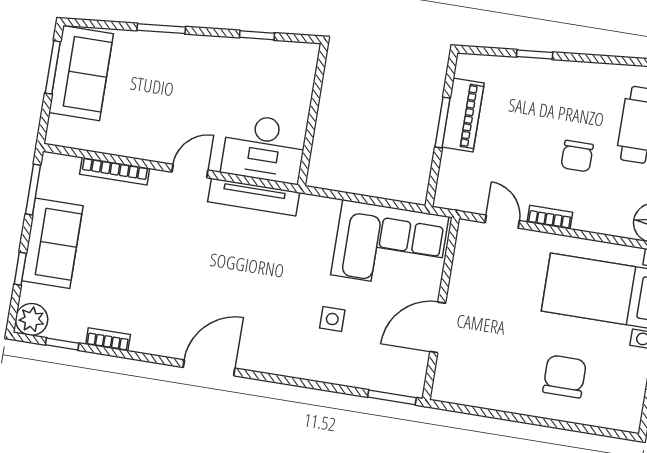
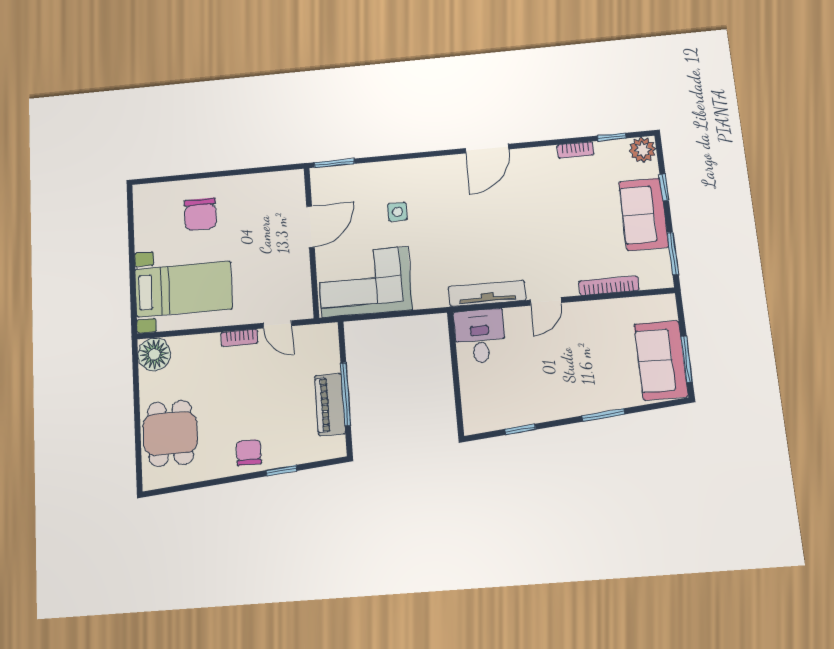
window: (442, 122) -> (346, 394), width x1.44
desk: (264, 148) -> (480, 336), width x0.73
chair: (577, 156) -> (249, 452), moved

